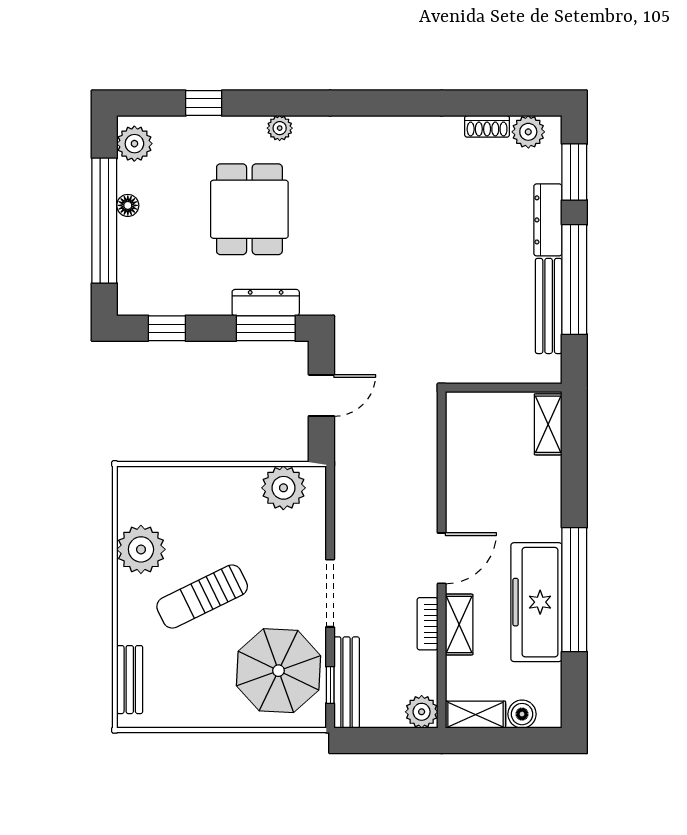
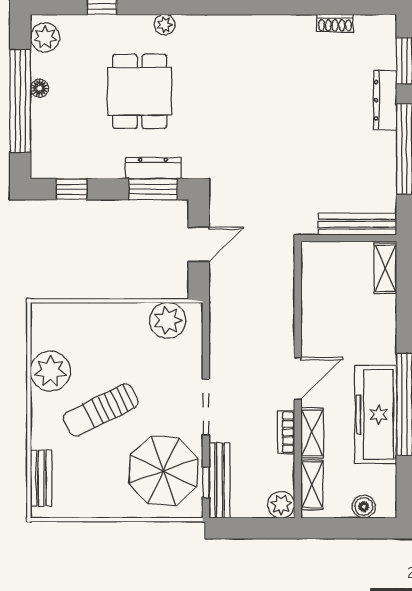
plant: (528, 132) -> (369, 28), removed
bench: (549, 306) -> (357, 224), moved, turned 90
shelving: (475, 715) -> (312, 485), moved, turned 90

